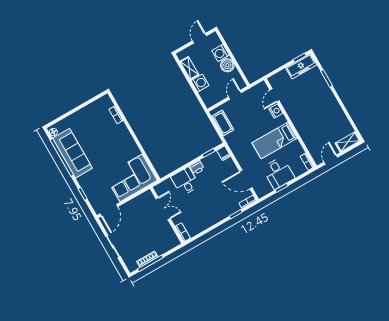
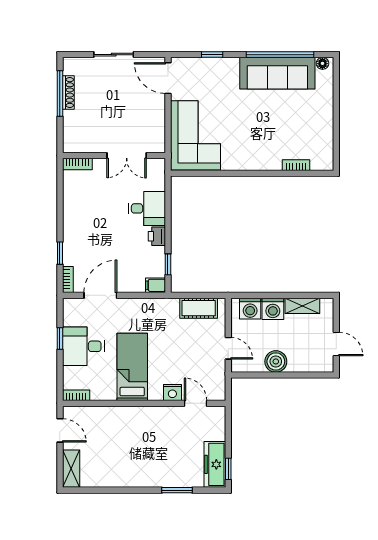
washing machine: (221, 53) -> (250, 309), moved, turned 180

